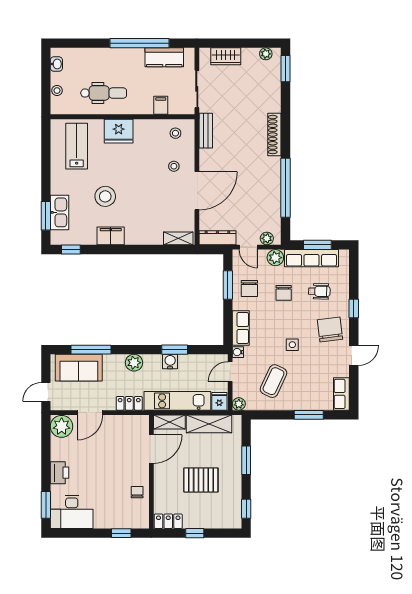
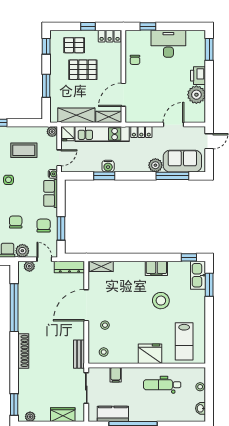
kitchen sink: (60, 212) -> (198, 275), moved
plant: (134, 363) -> (155, 165), moved
coffee table: (273, 381) -> (24, 150), turned 65
plant: (62, 426) -> (196, 95), moved
pallet: (212, 510) -> (74, 45), added
desk: (72, 512) -> (168, 44), moved

